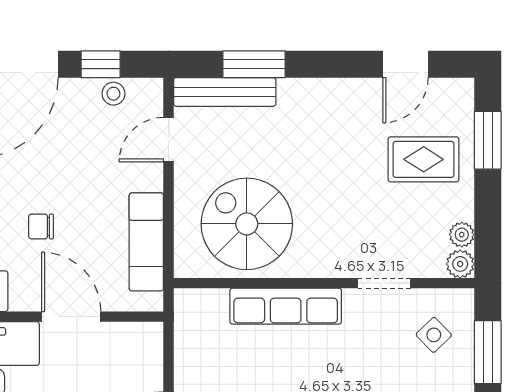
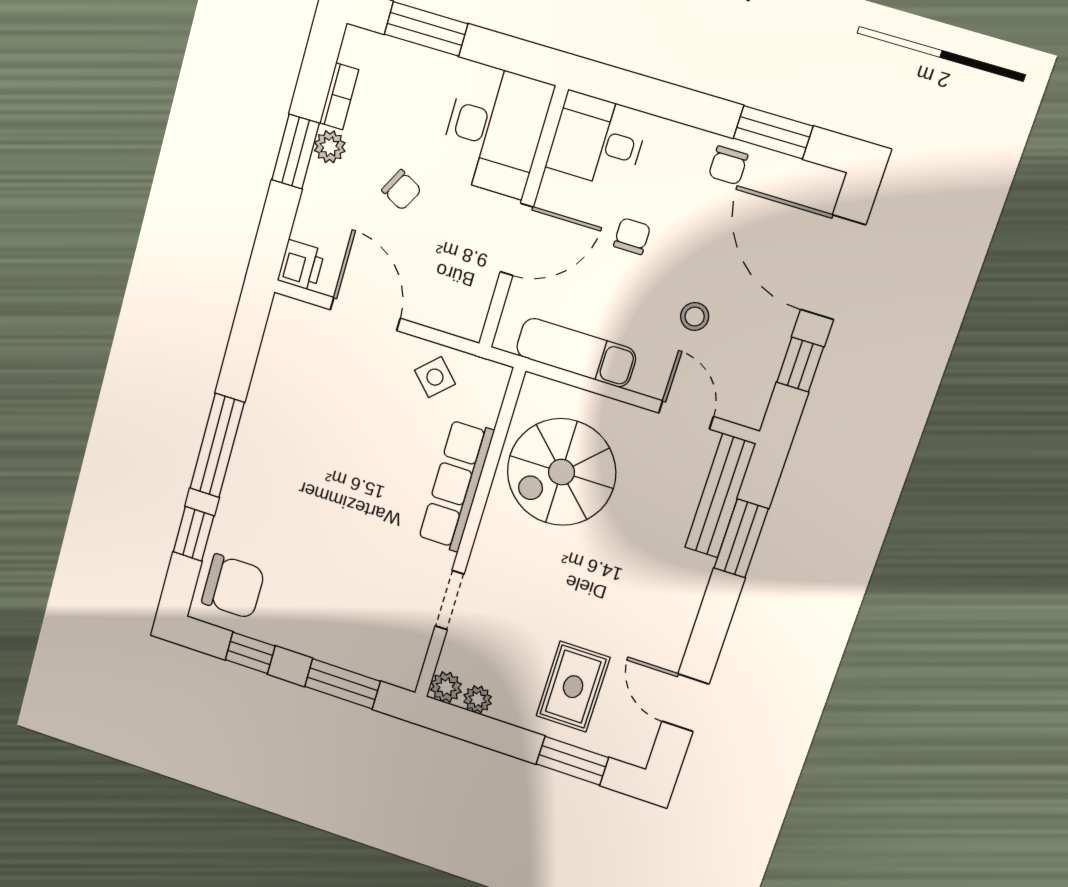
stool: (113, 94) -> (695, 317), moved
spiral stairs: (247, 224) -> (561, 472), turned 180
side table: (434, 335) -> (435, 377), moved

